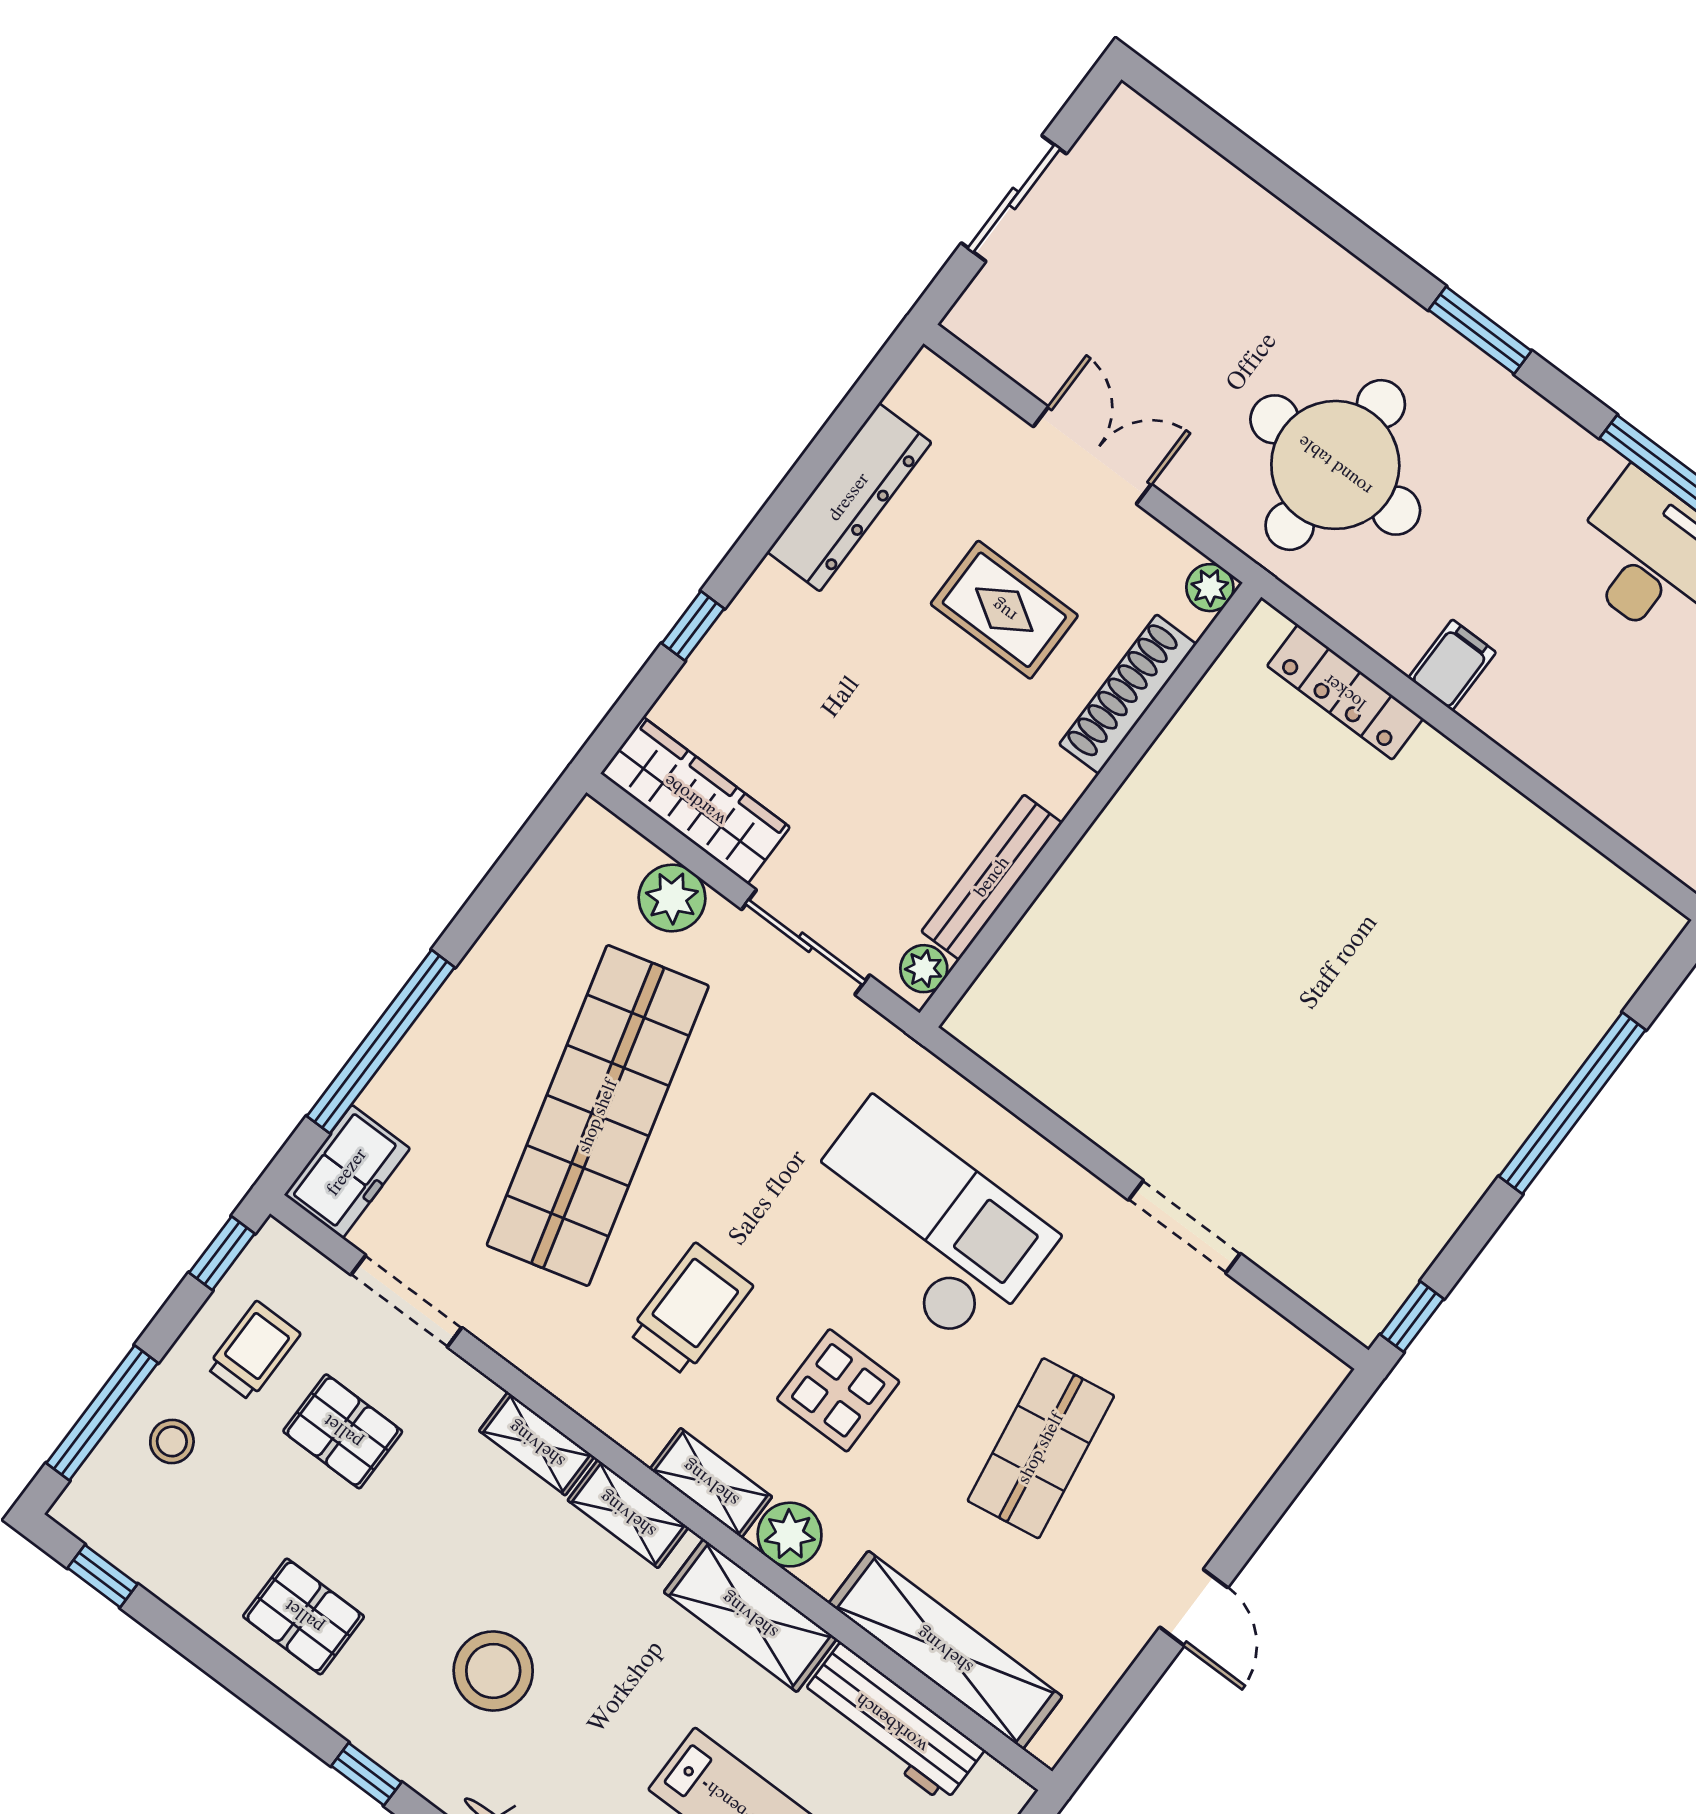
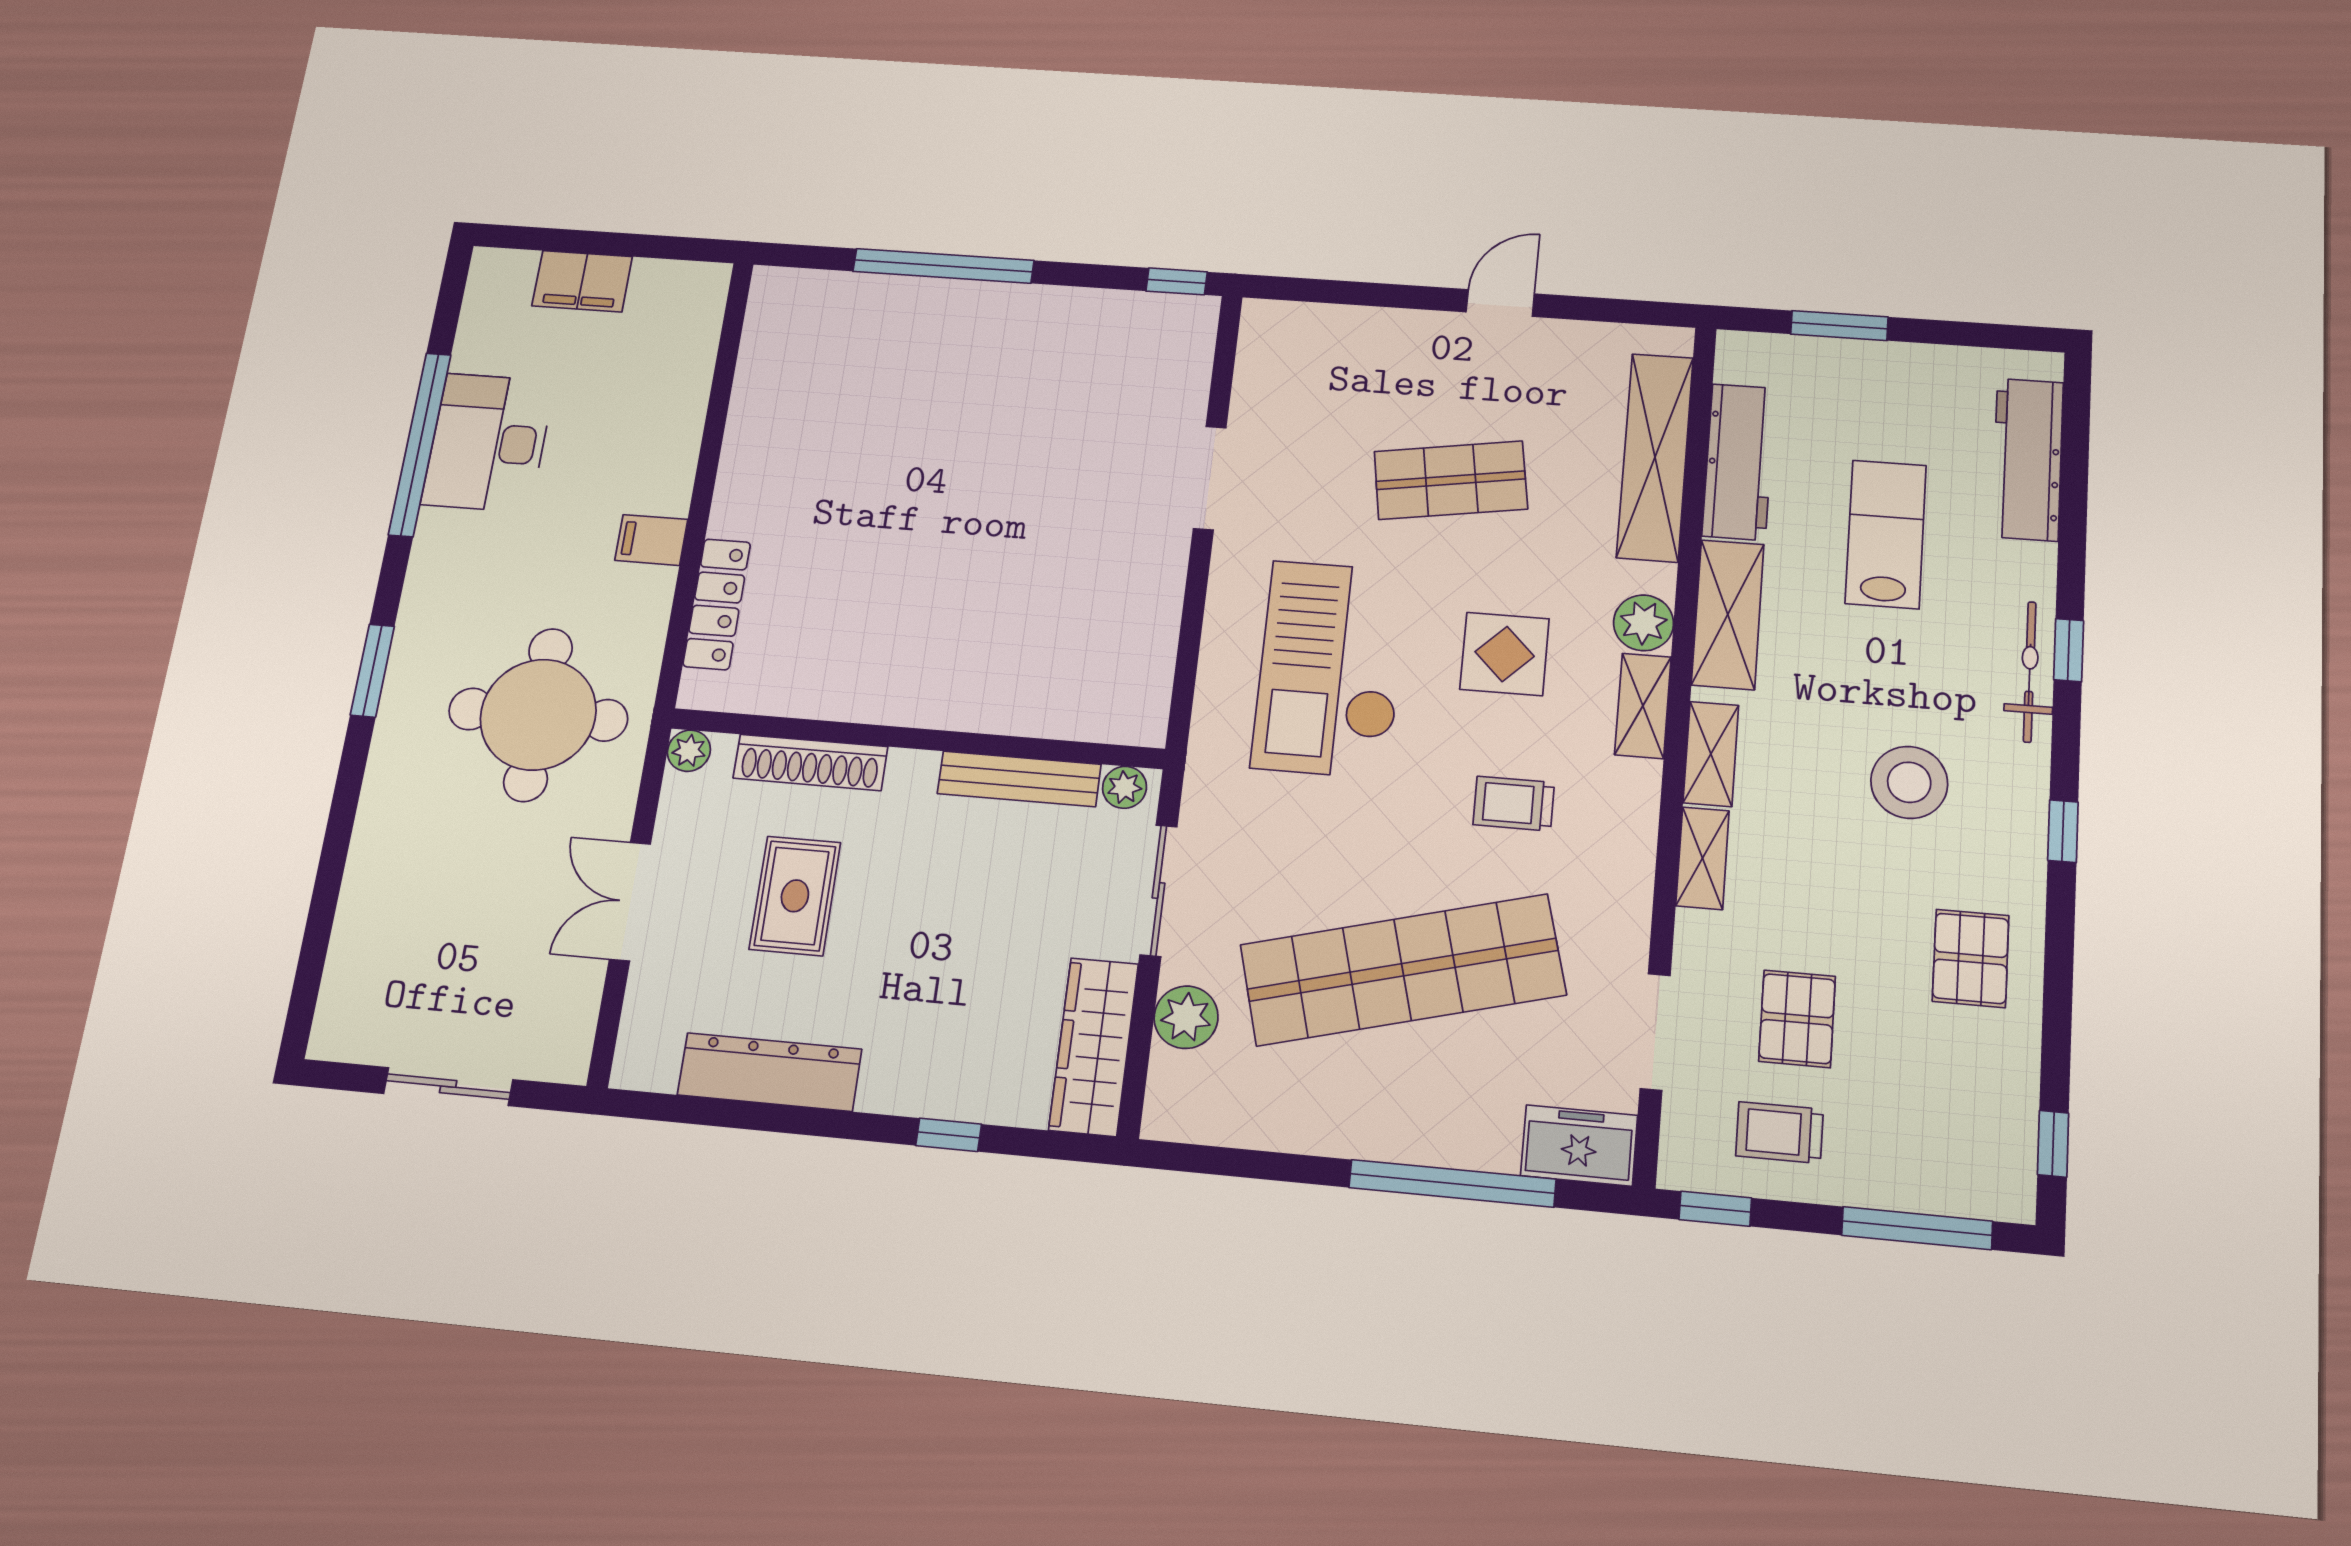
trolley: (691, 1309) -> (1514, 804), width x0.73, depth x0.72
stool: (172, 1441) -> (1901, 1154), removed

